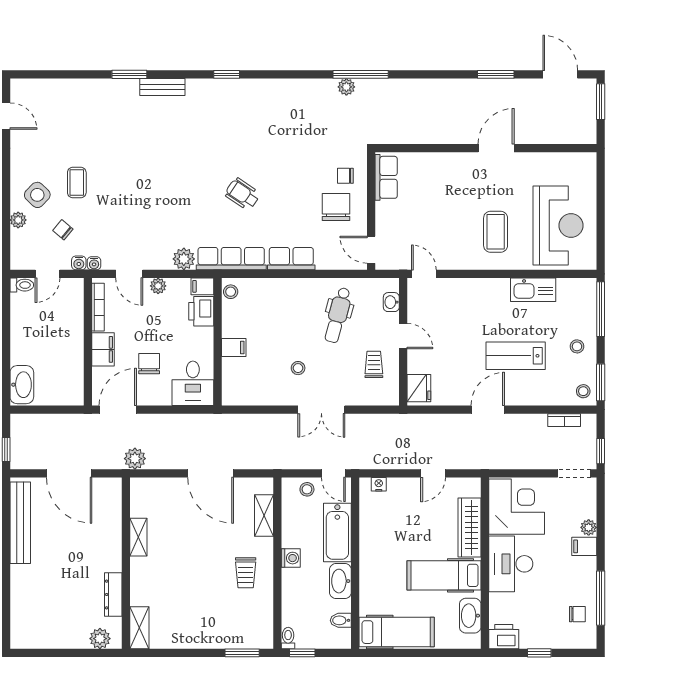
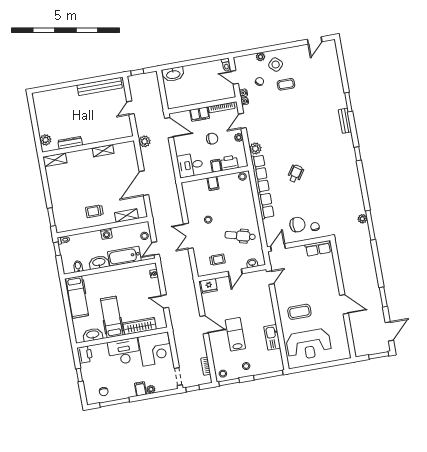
filing cabinet: (202, 286) -> (216, 166), moved
chair: (149, 364) -> (212, 139), moved
door: (69, 473) -> (130, 108), width x0.53

